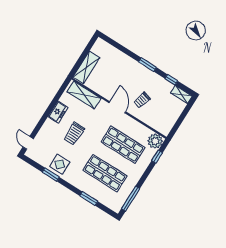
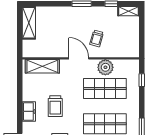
shelving: (86, 67) -> (29, 23), moved
freezer: (58, 112) -> (29, 111), moved
plant: (155, 141) -> (105, 67), moved

